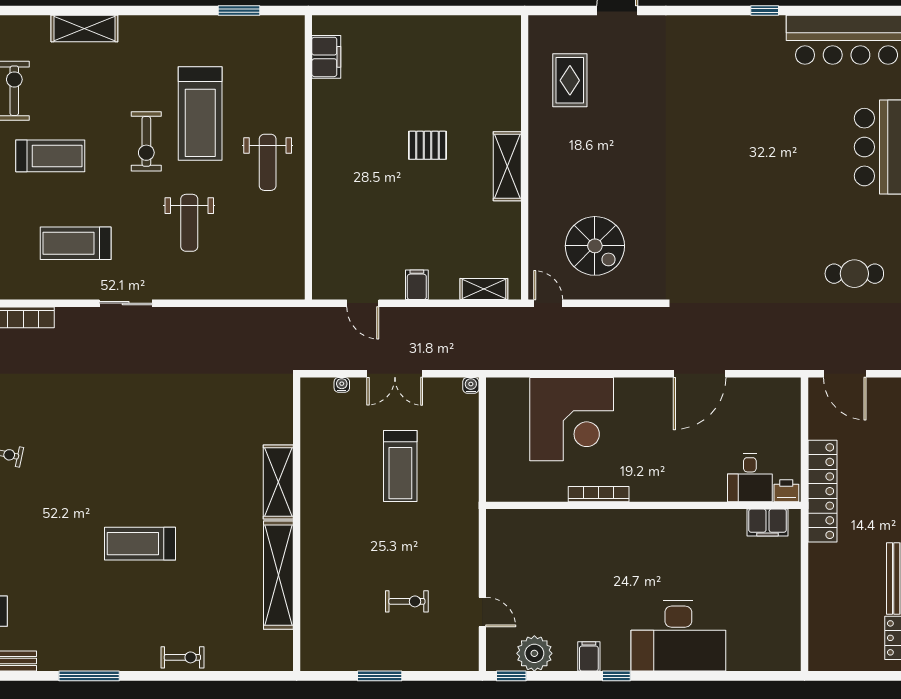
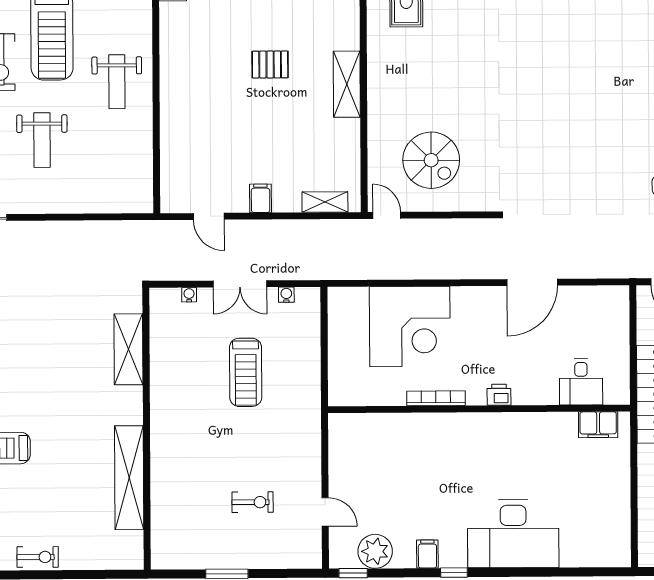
water cooler: (471, 385) -> (286, 295), moved
shelving: (278, 482) -> (128, 349), moved
printer: (786, 491) -> (499, 395), moved

